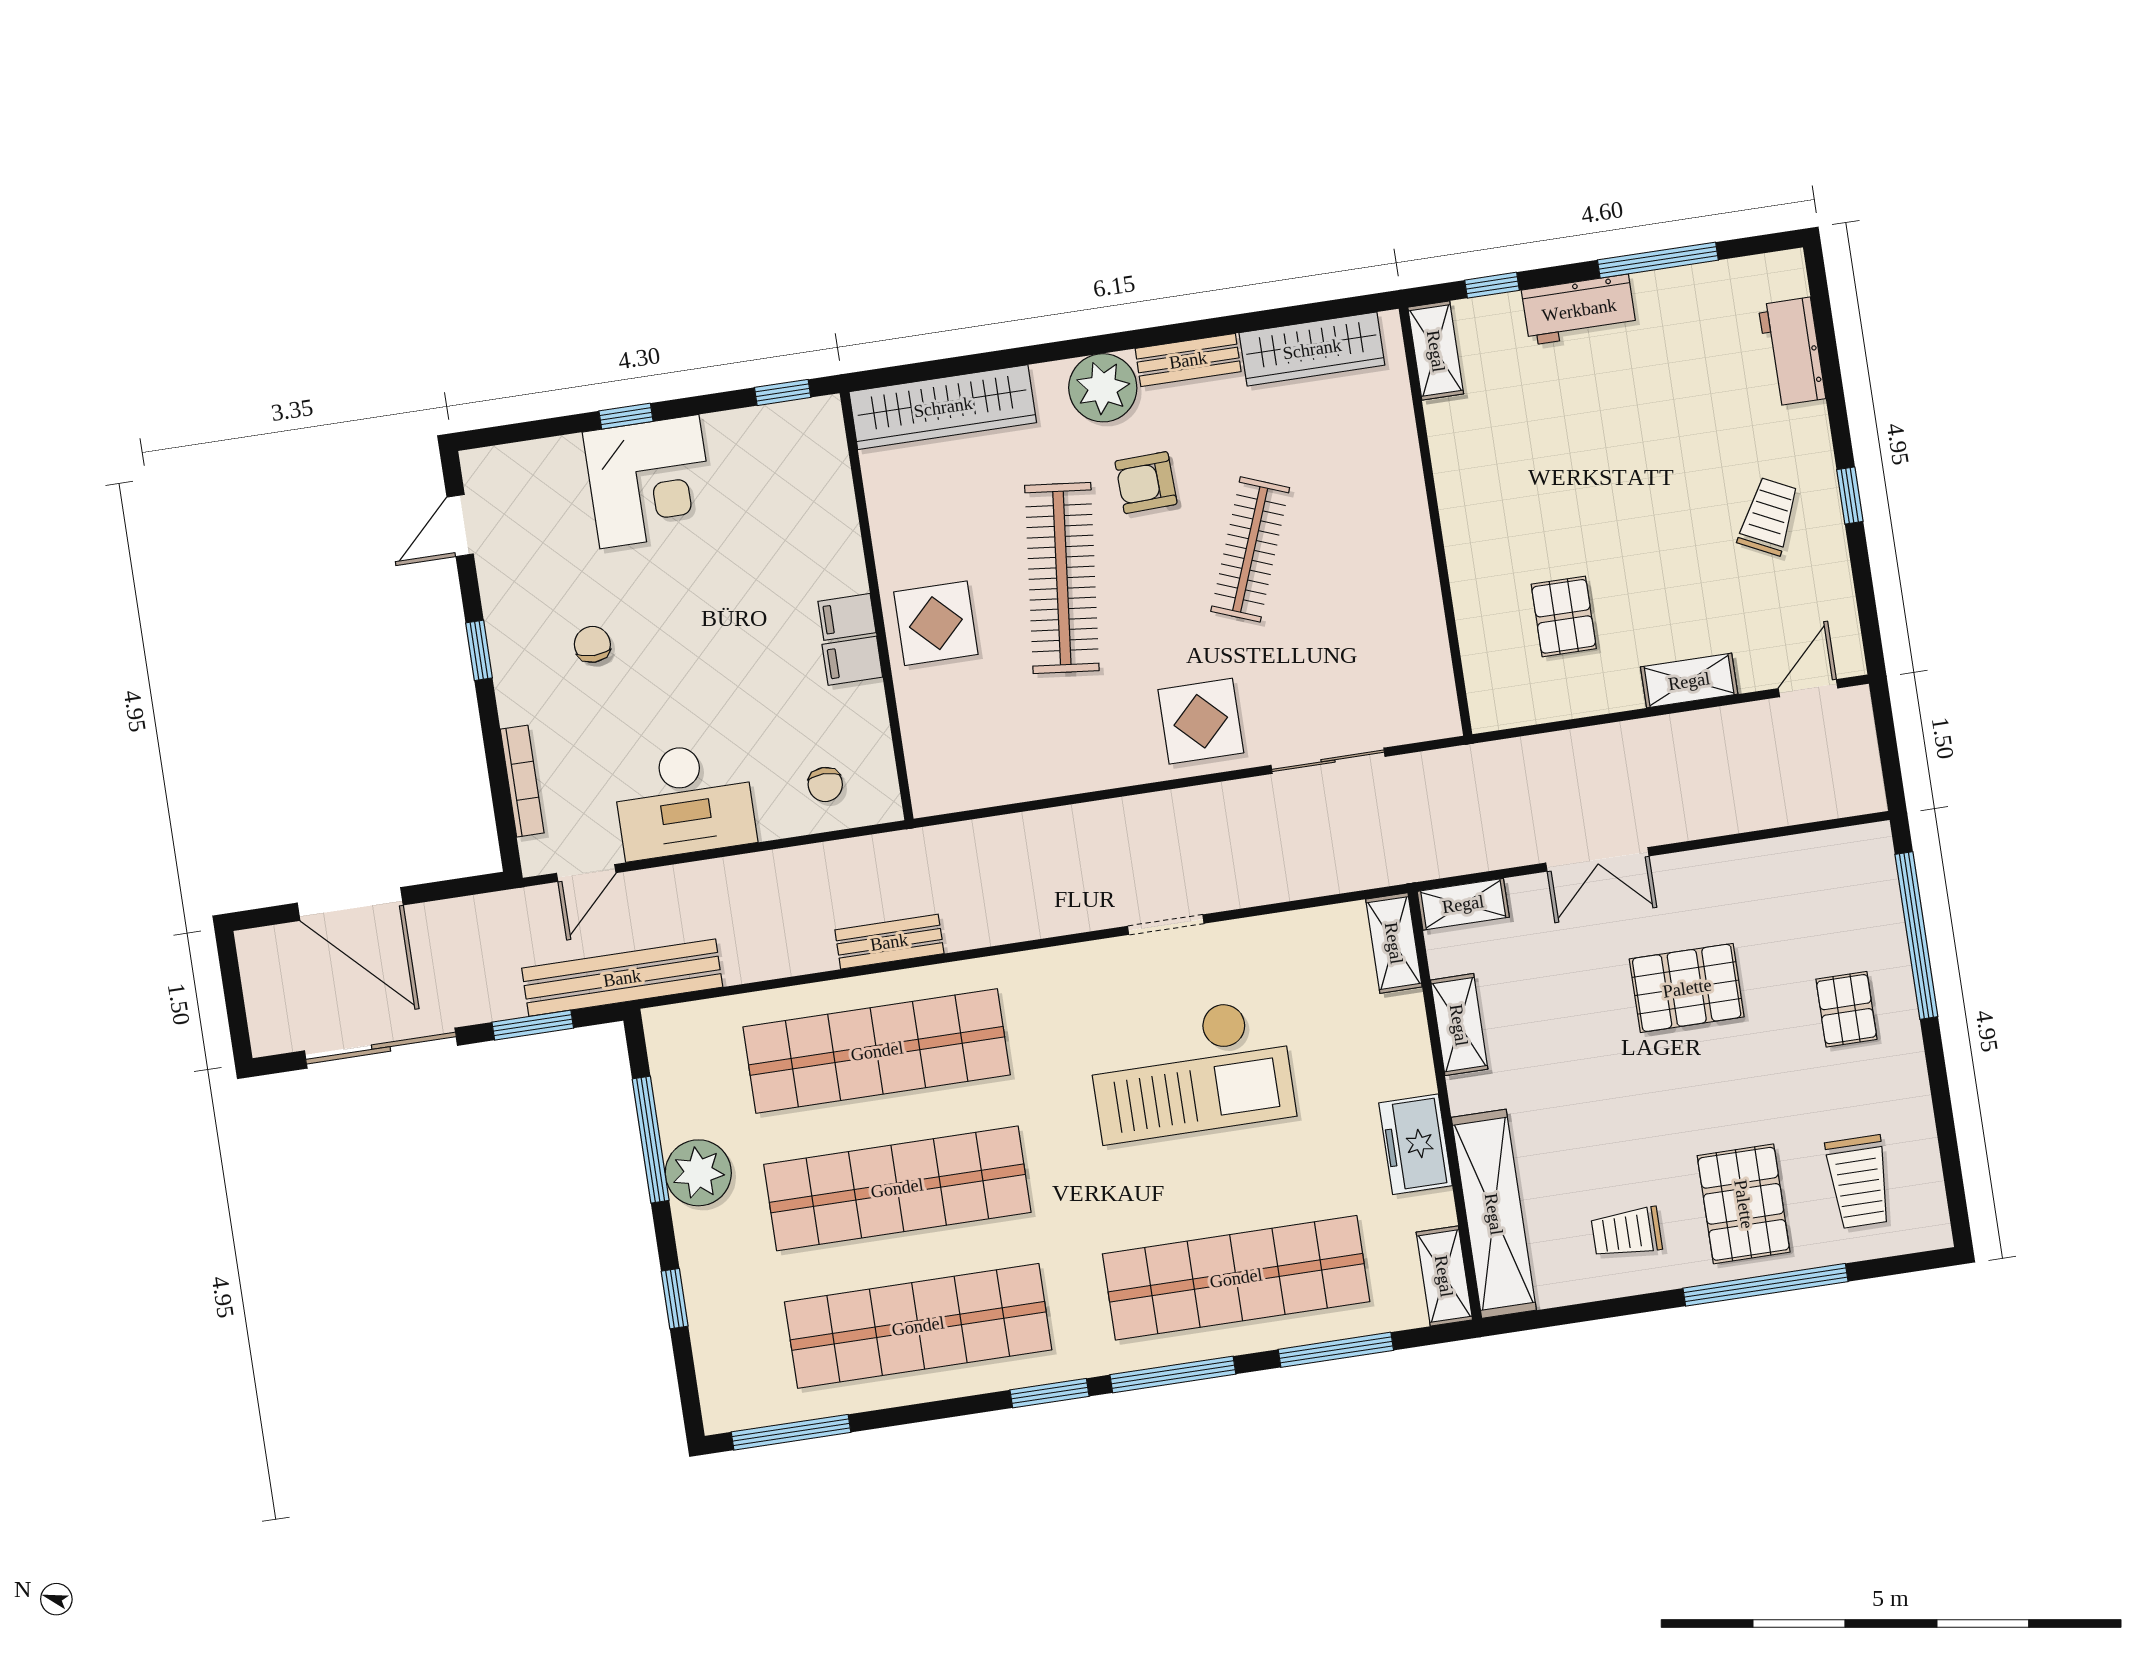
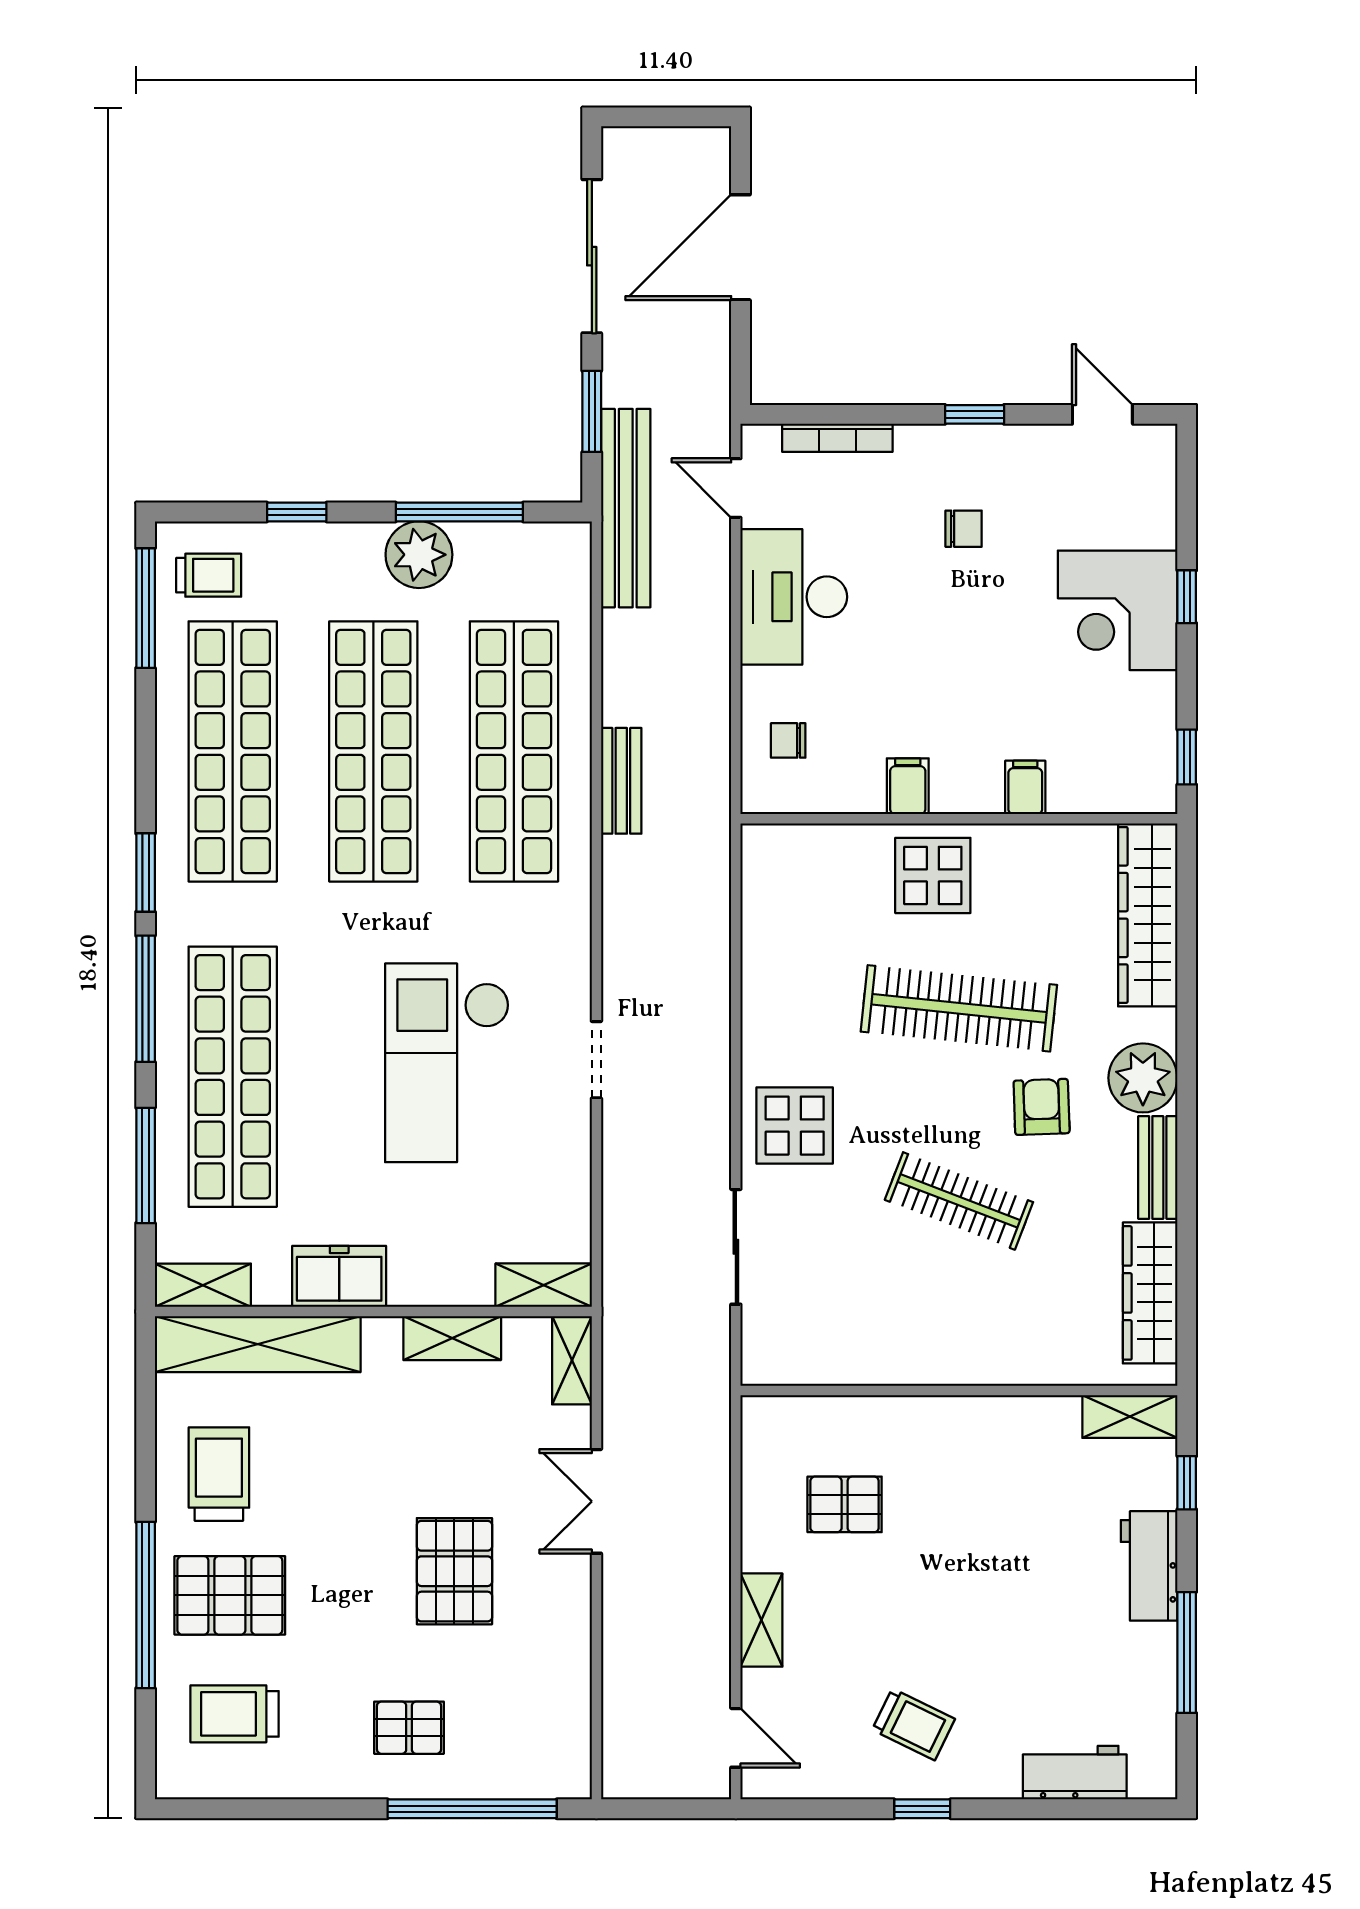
filing cabinet: (847, 617) -> (1025, 787), moved
trolley: (1627, 1232) -> (219, 1474), width x1.36, depth x1.39
trolley: (749, 1375) -> (209, 575), added

